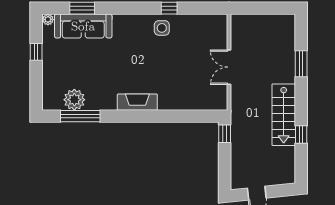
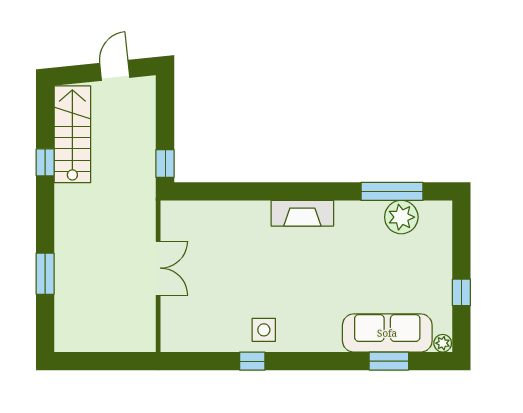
stairs: (284, 115) -> (72, 134), moved

